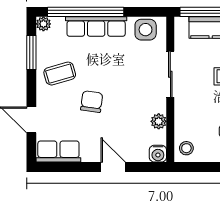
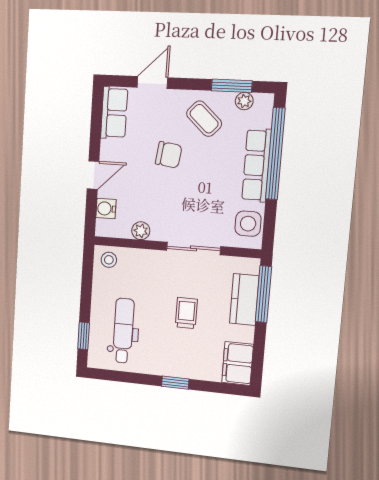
plant: (43, 24) -> (244, 101), moved
coffee table: (60, 74) -> (204, 119), turned -31
water cooler: (158, 154) -> (106, 209), moved

